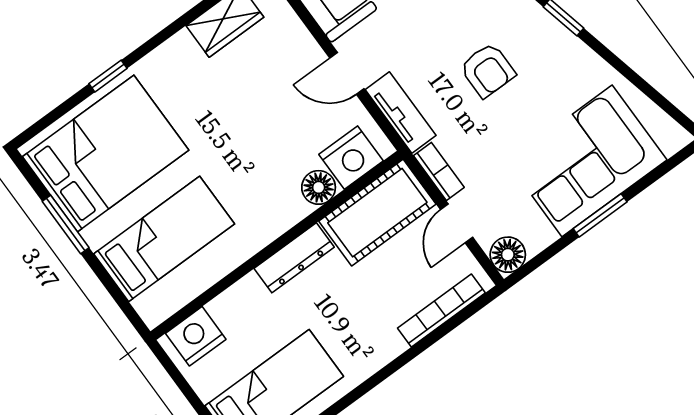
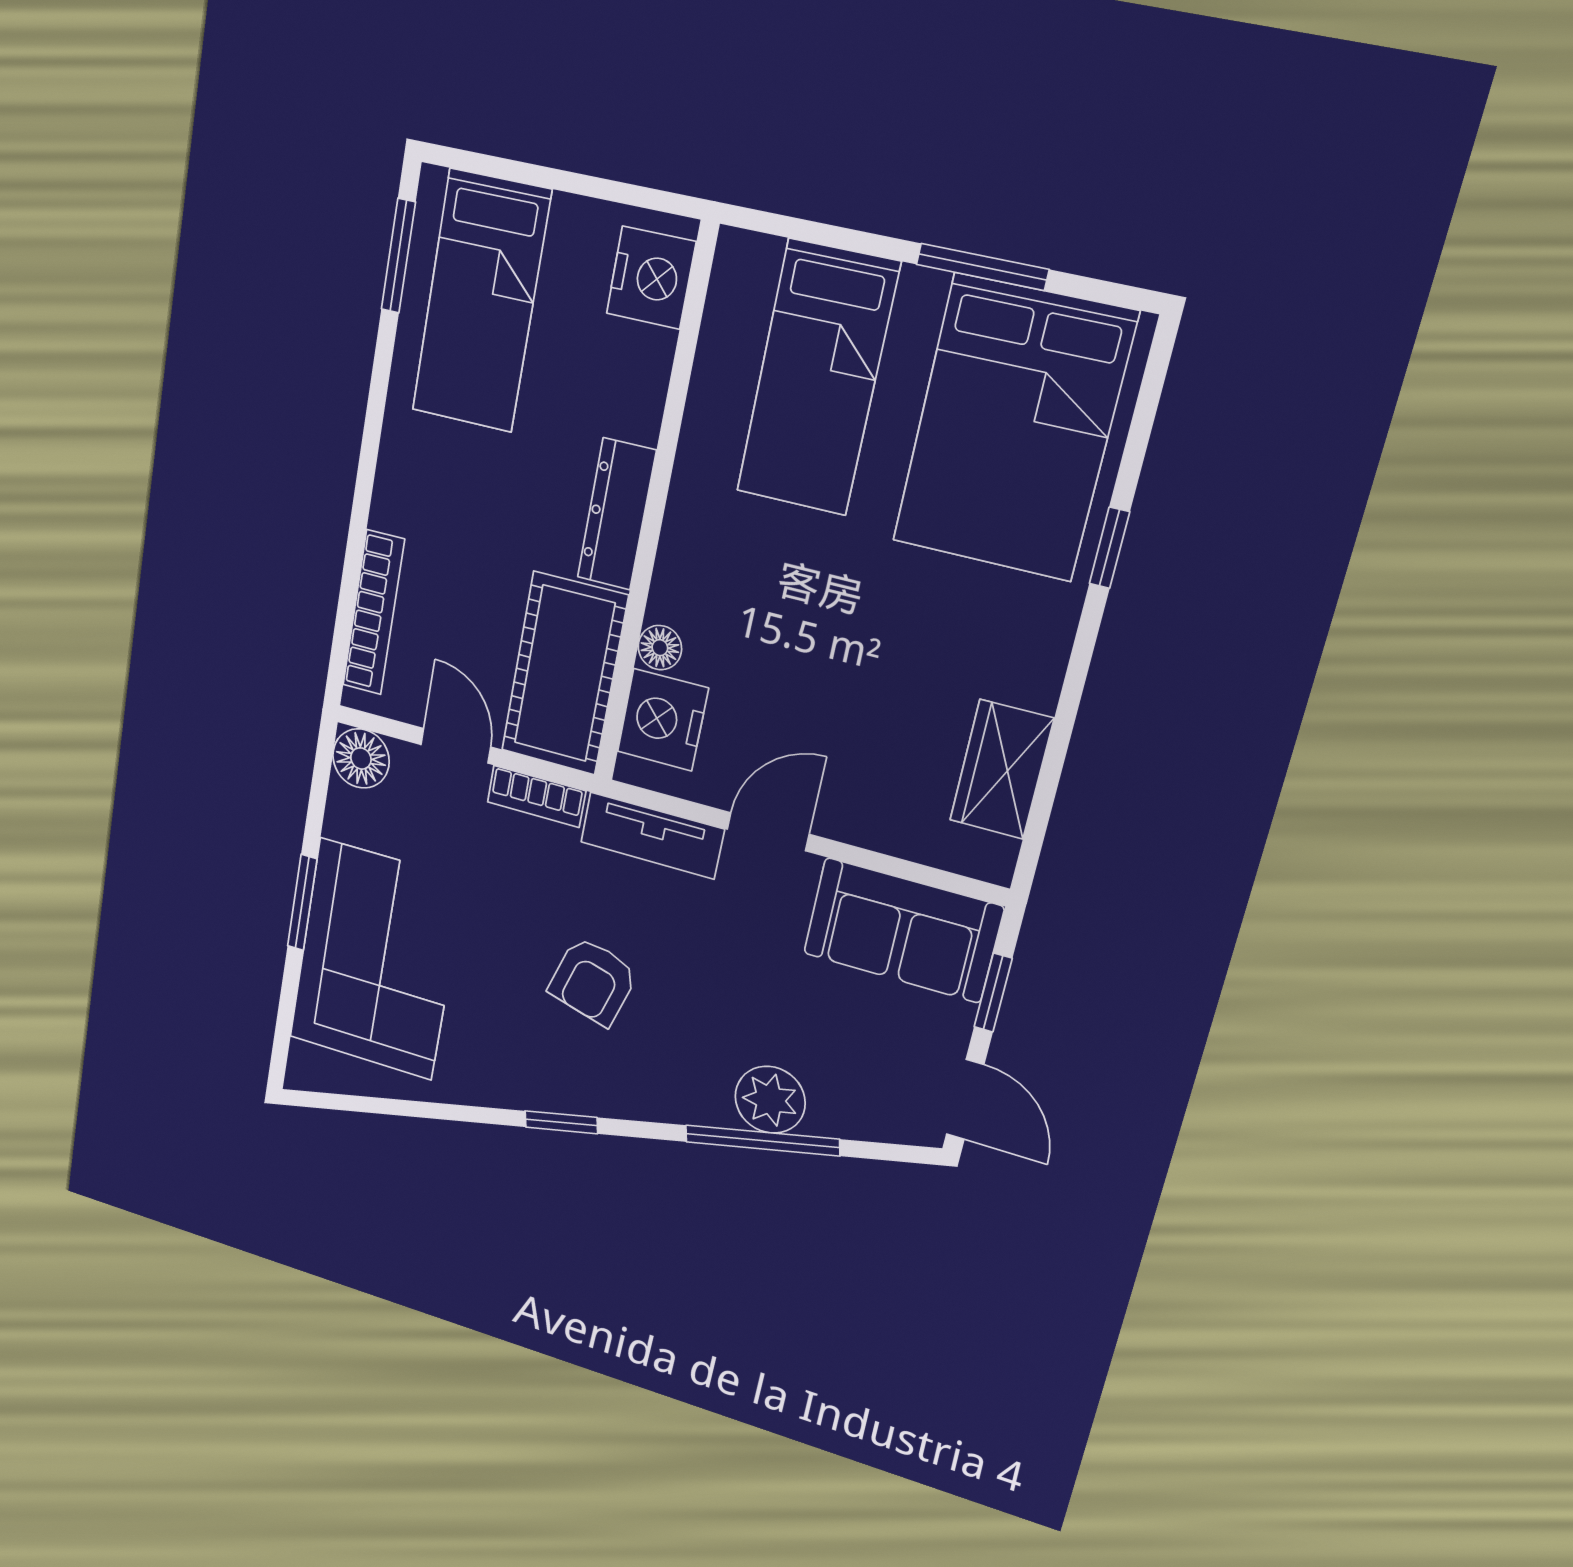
armchair: (488, 70) -> (593, 981), turned -74
floor lamp: (319, 187) -> (660, 648), width x0.73, depth x0.73

